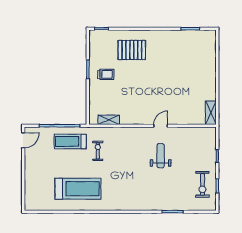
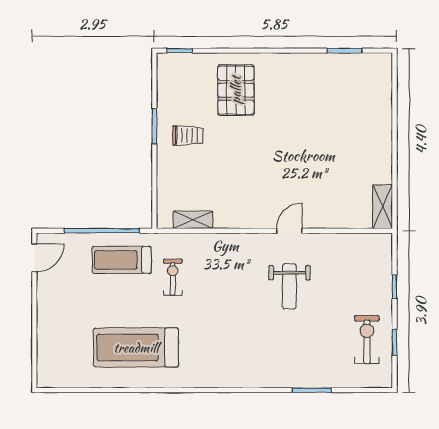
pallet: (132, 50) -> (236, 90), turned 90
weight bench: (161, 156) -> (289, 286), turned 180
exercise bike: (202, 184) -> (367, 340), turned 180
treadmill: (78, 189) -> (136, 348), turned 180

